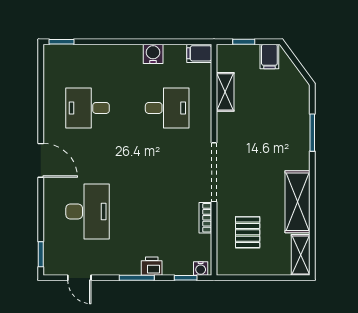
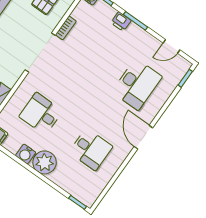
plant: (127, 59) -> (45, 162), added
desk: (88, 212) -> (137, 84), turned 180
door: (79, 278) -> (171, 46), swing flipped

